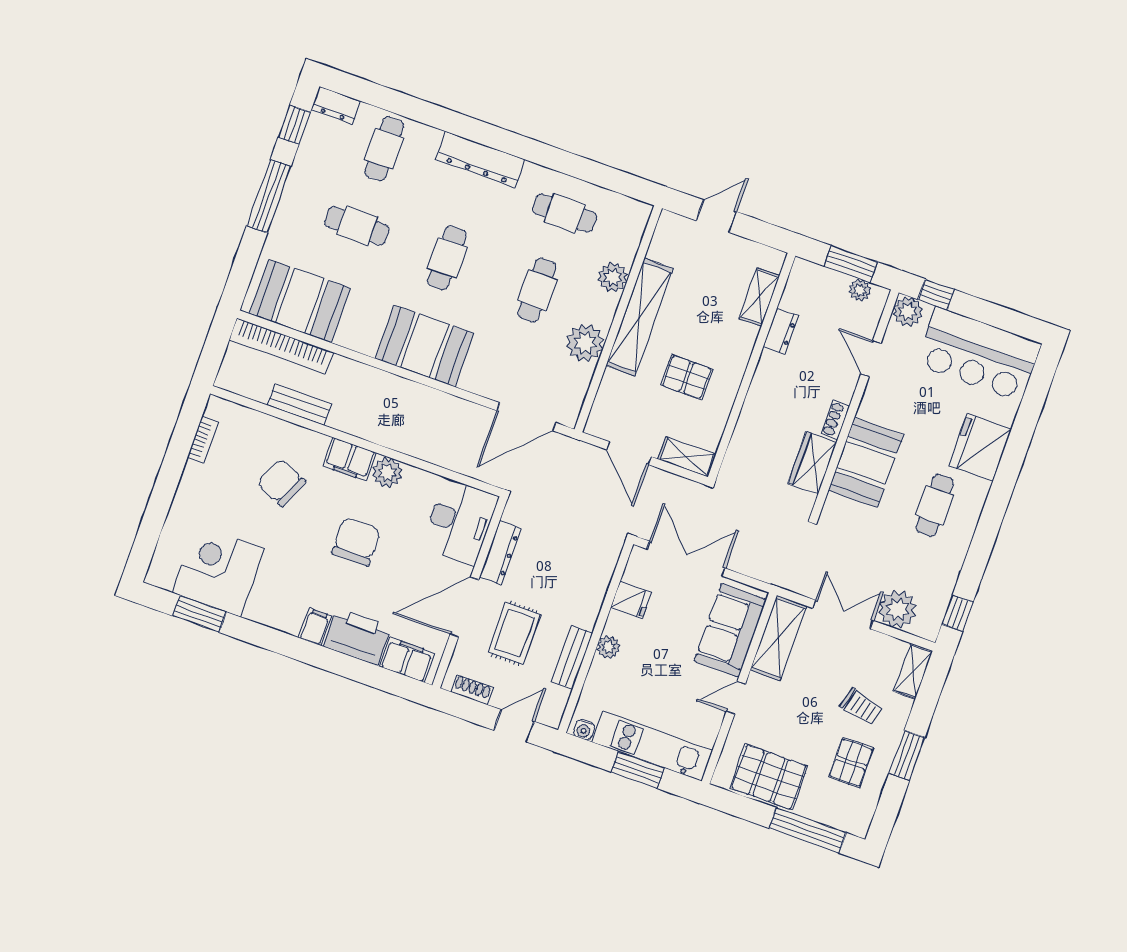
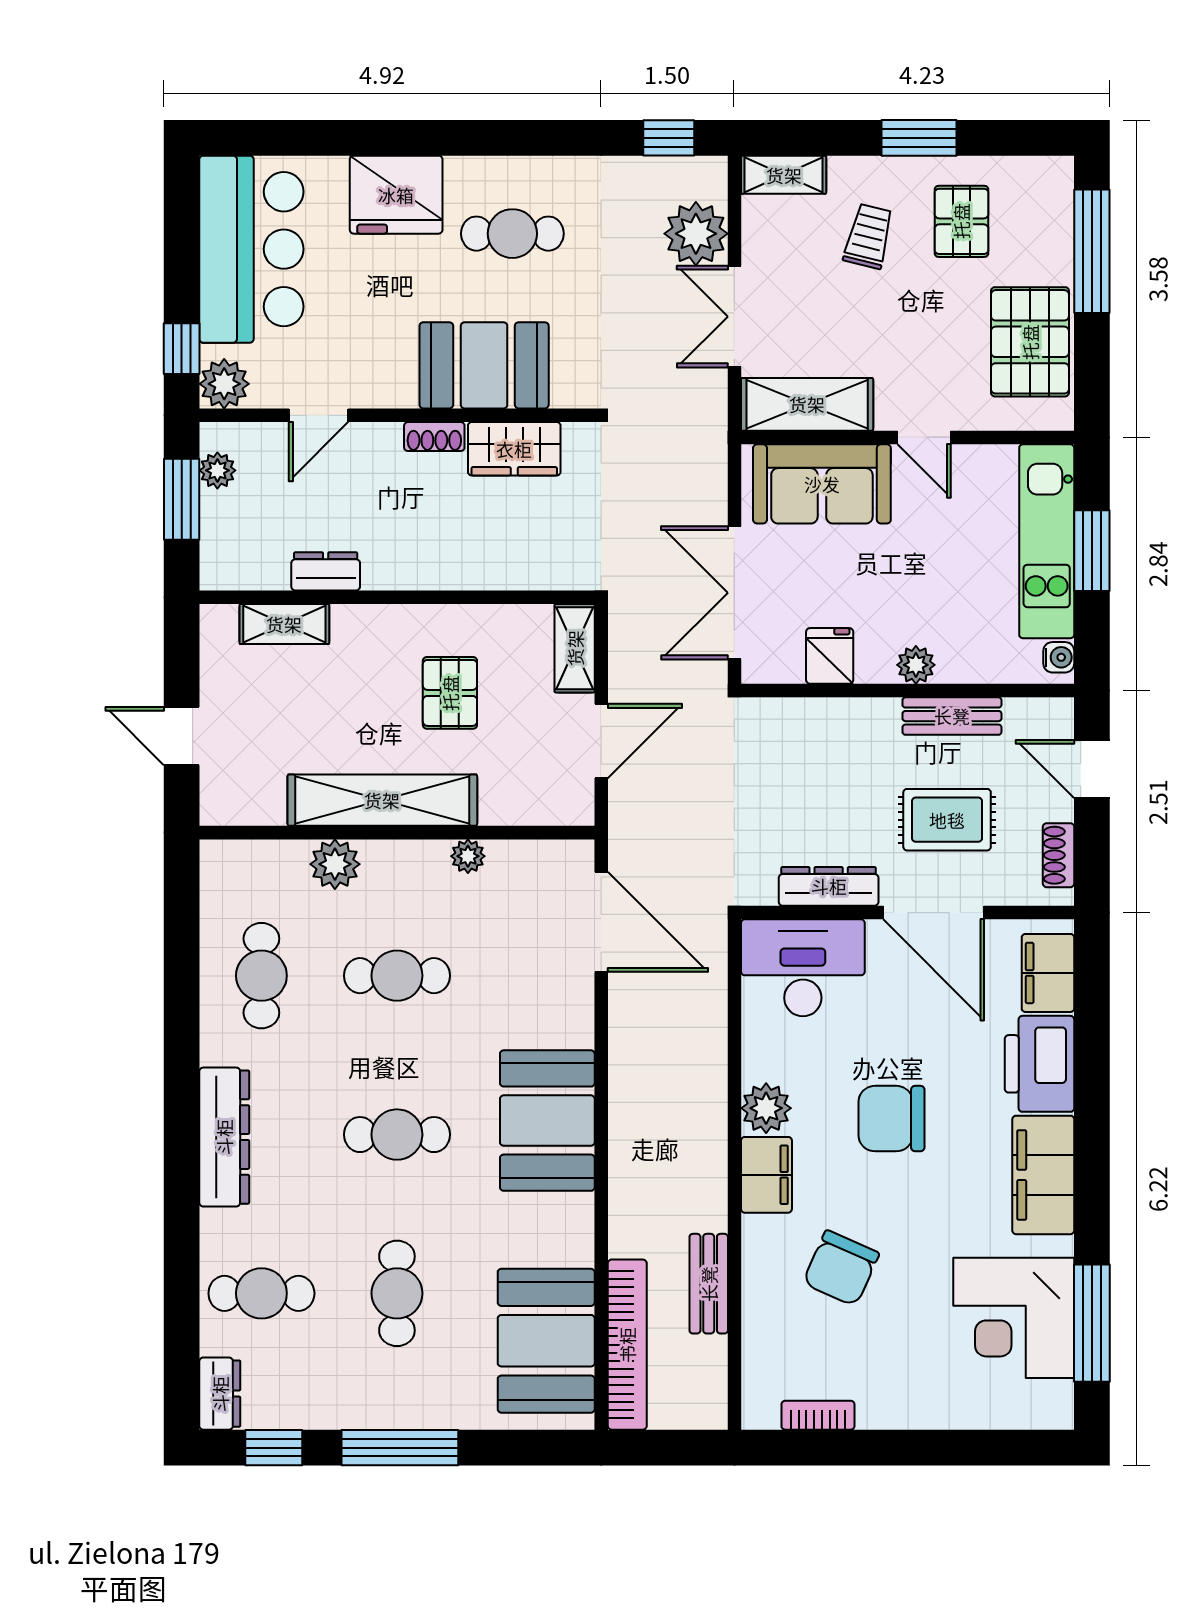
plant: (585, 343) -> (468, 856), width x0.53, depth x0.53
window: (200, 614) -> (1092, 1323), width x1.44
filing cabinet: (315, 627) -> (1043, 1175), width x3.00, depth x1.17
pallet: (851, 763) -> (961, 221), turned 90

